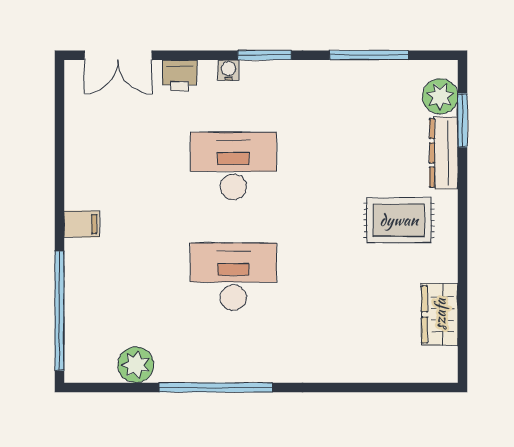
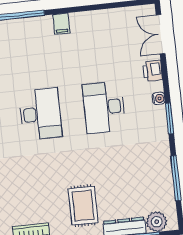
desk: (233, 166) -> (104, 107), turned 180

